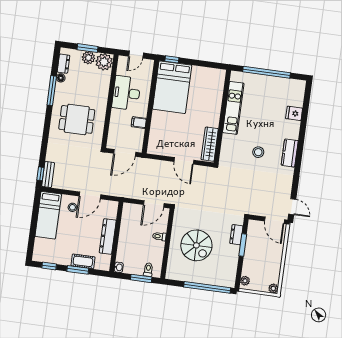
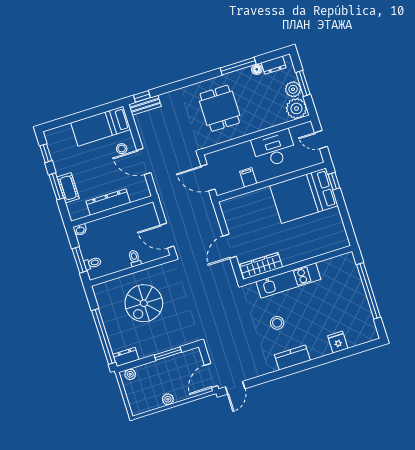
kitchen unit: (233, 108) -> (288, 280), moved
dresser: (236, 235) -> (126, 357), moved
plant: (273, 288) -> (168, 399), moved

